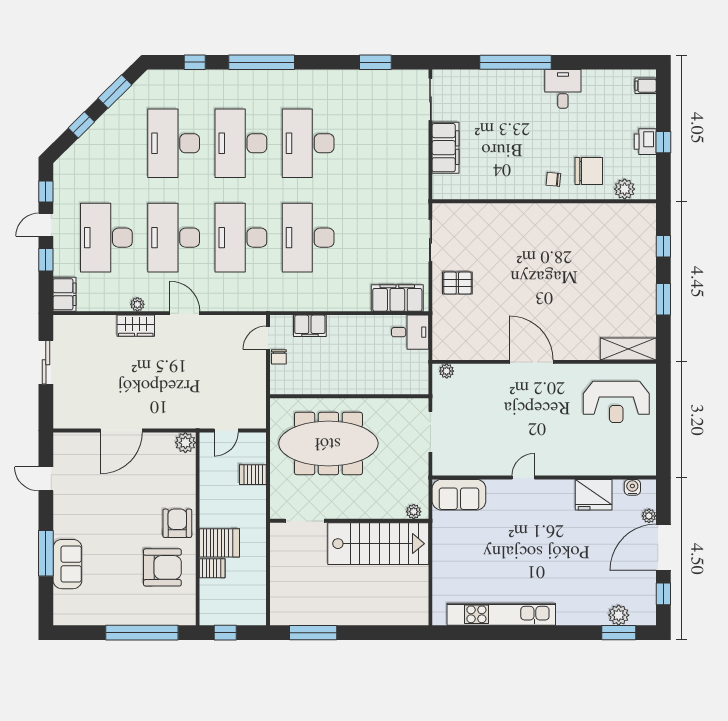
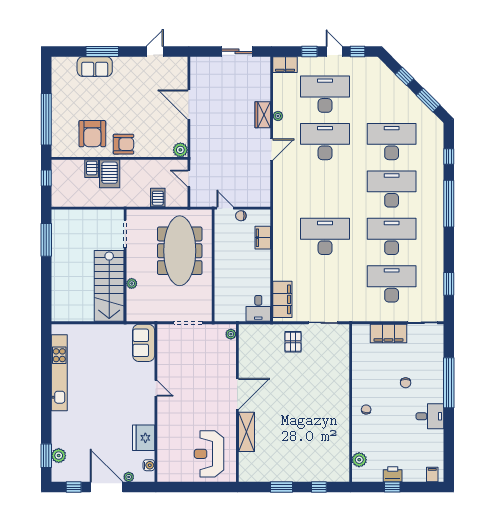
chair: (589, 171) -> (406, 383), moved, width x0.54, depth x0.54
desk: (241, 238) -> (392, 284), moved
door: (268, 338) -> (225, 208), moved
shelving: (628, 349) -> (246, 432), moved
plant: (414, 512) -> (132, 283), moved

